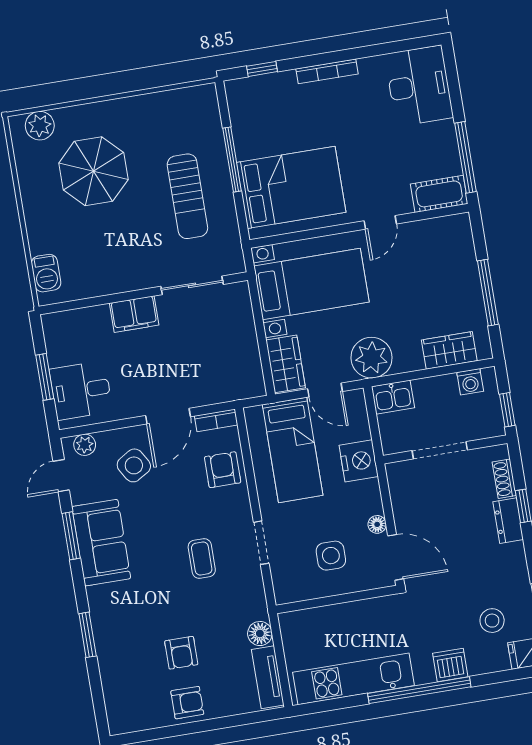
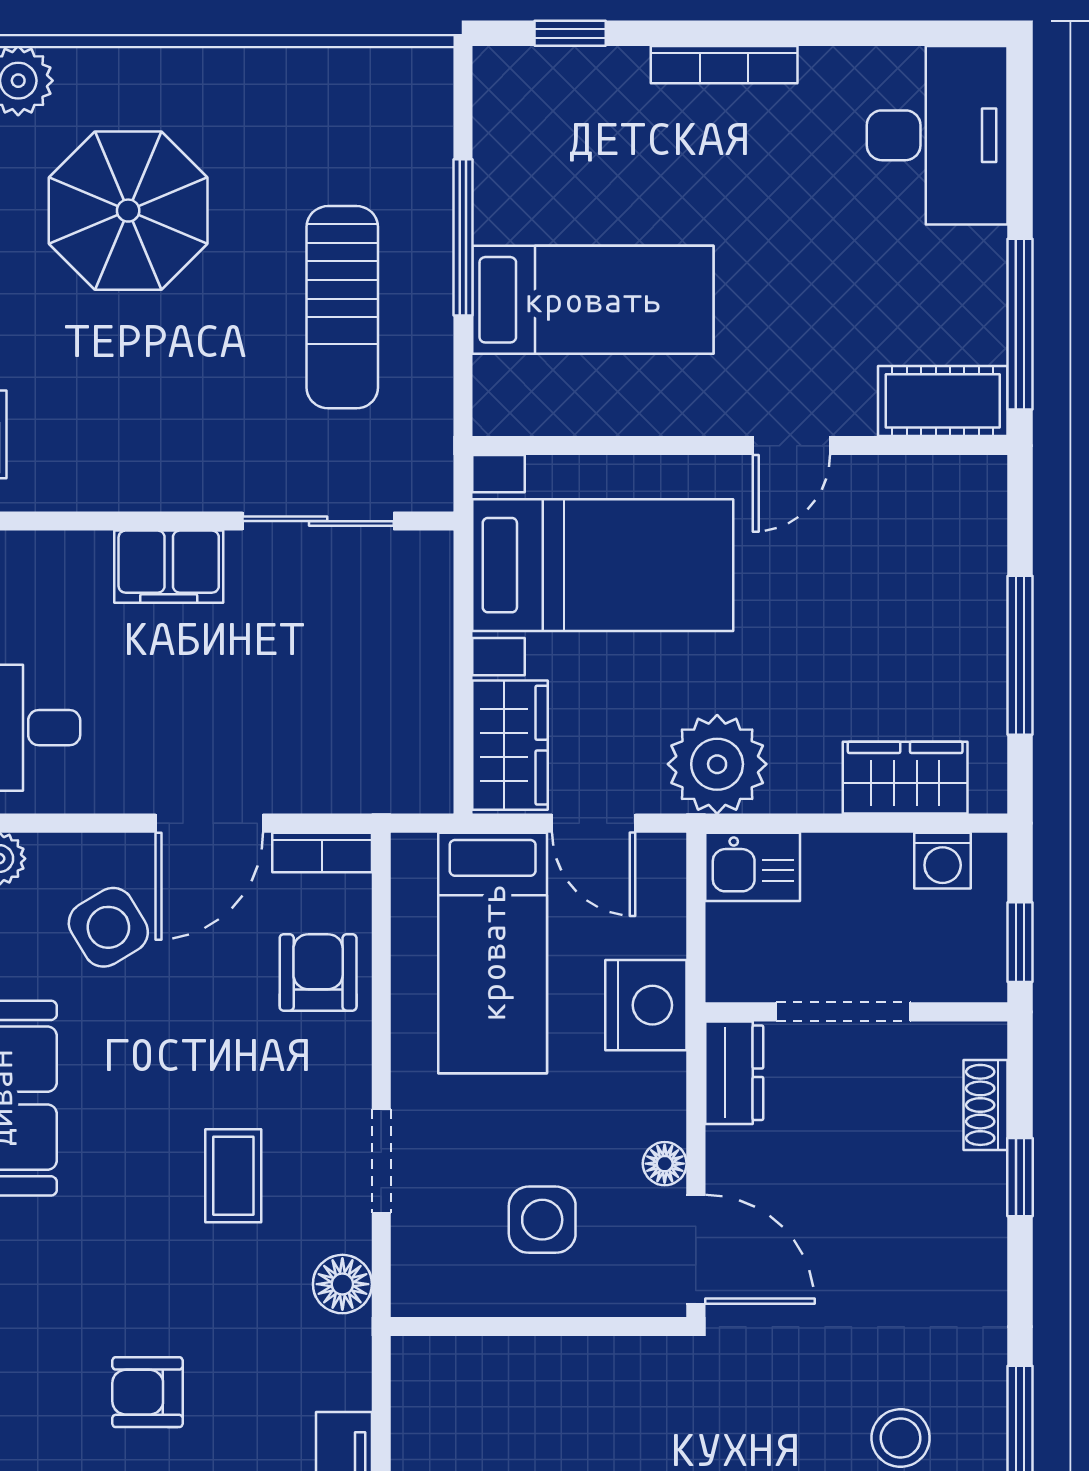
bed: (291, 187) -> (593, 300), width x0.67
dresser: (508, 521) -> (734, 1073), moved, turned 180
floor lamp: (260, 634) -> (342, 1284), moved
armchair: (181, 653) -> (147, 1392), turned 90

